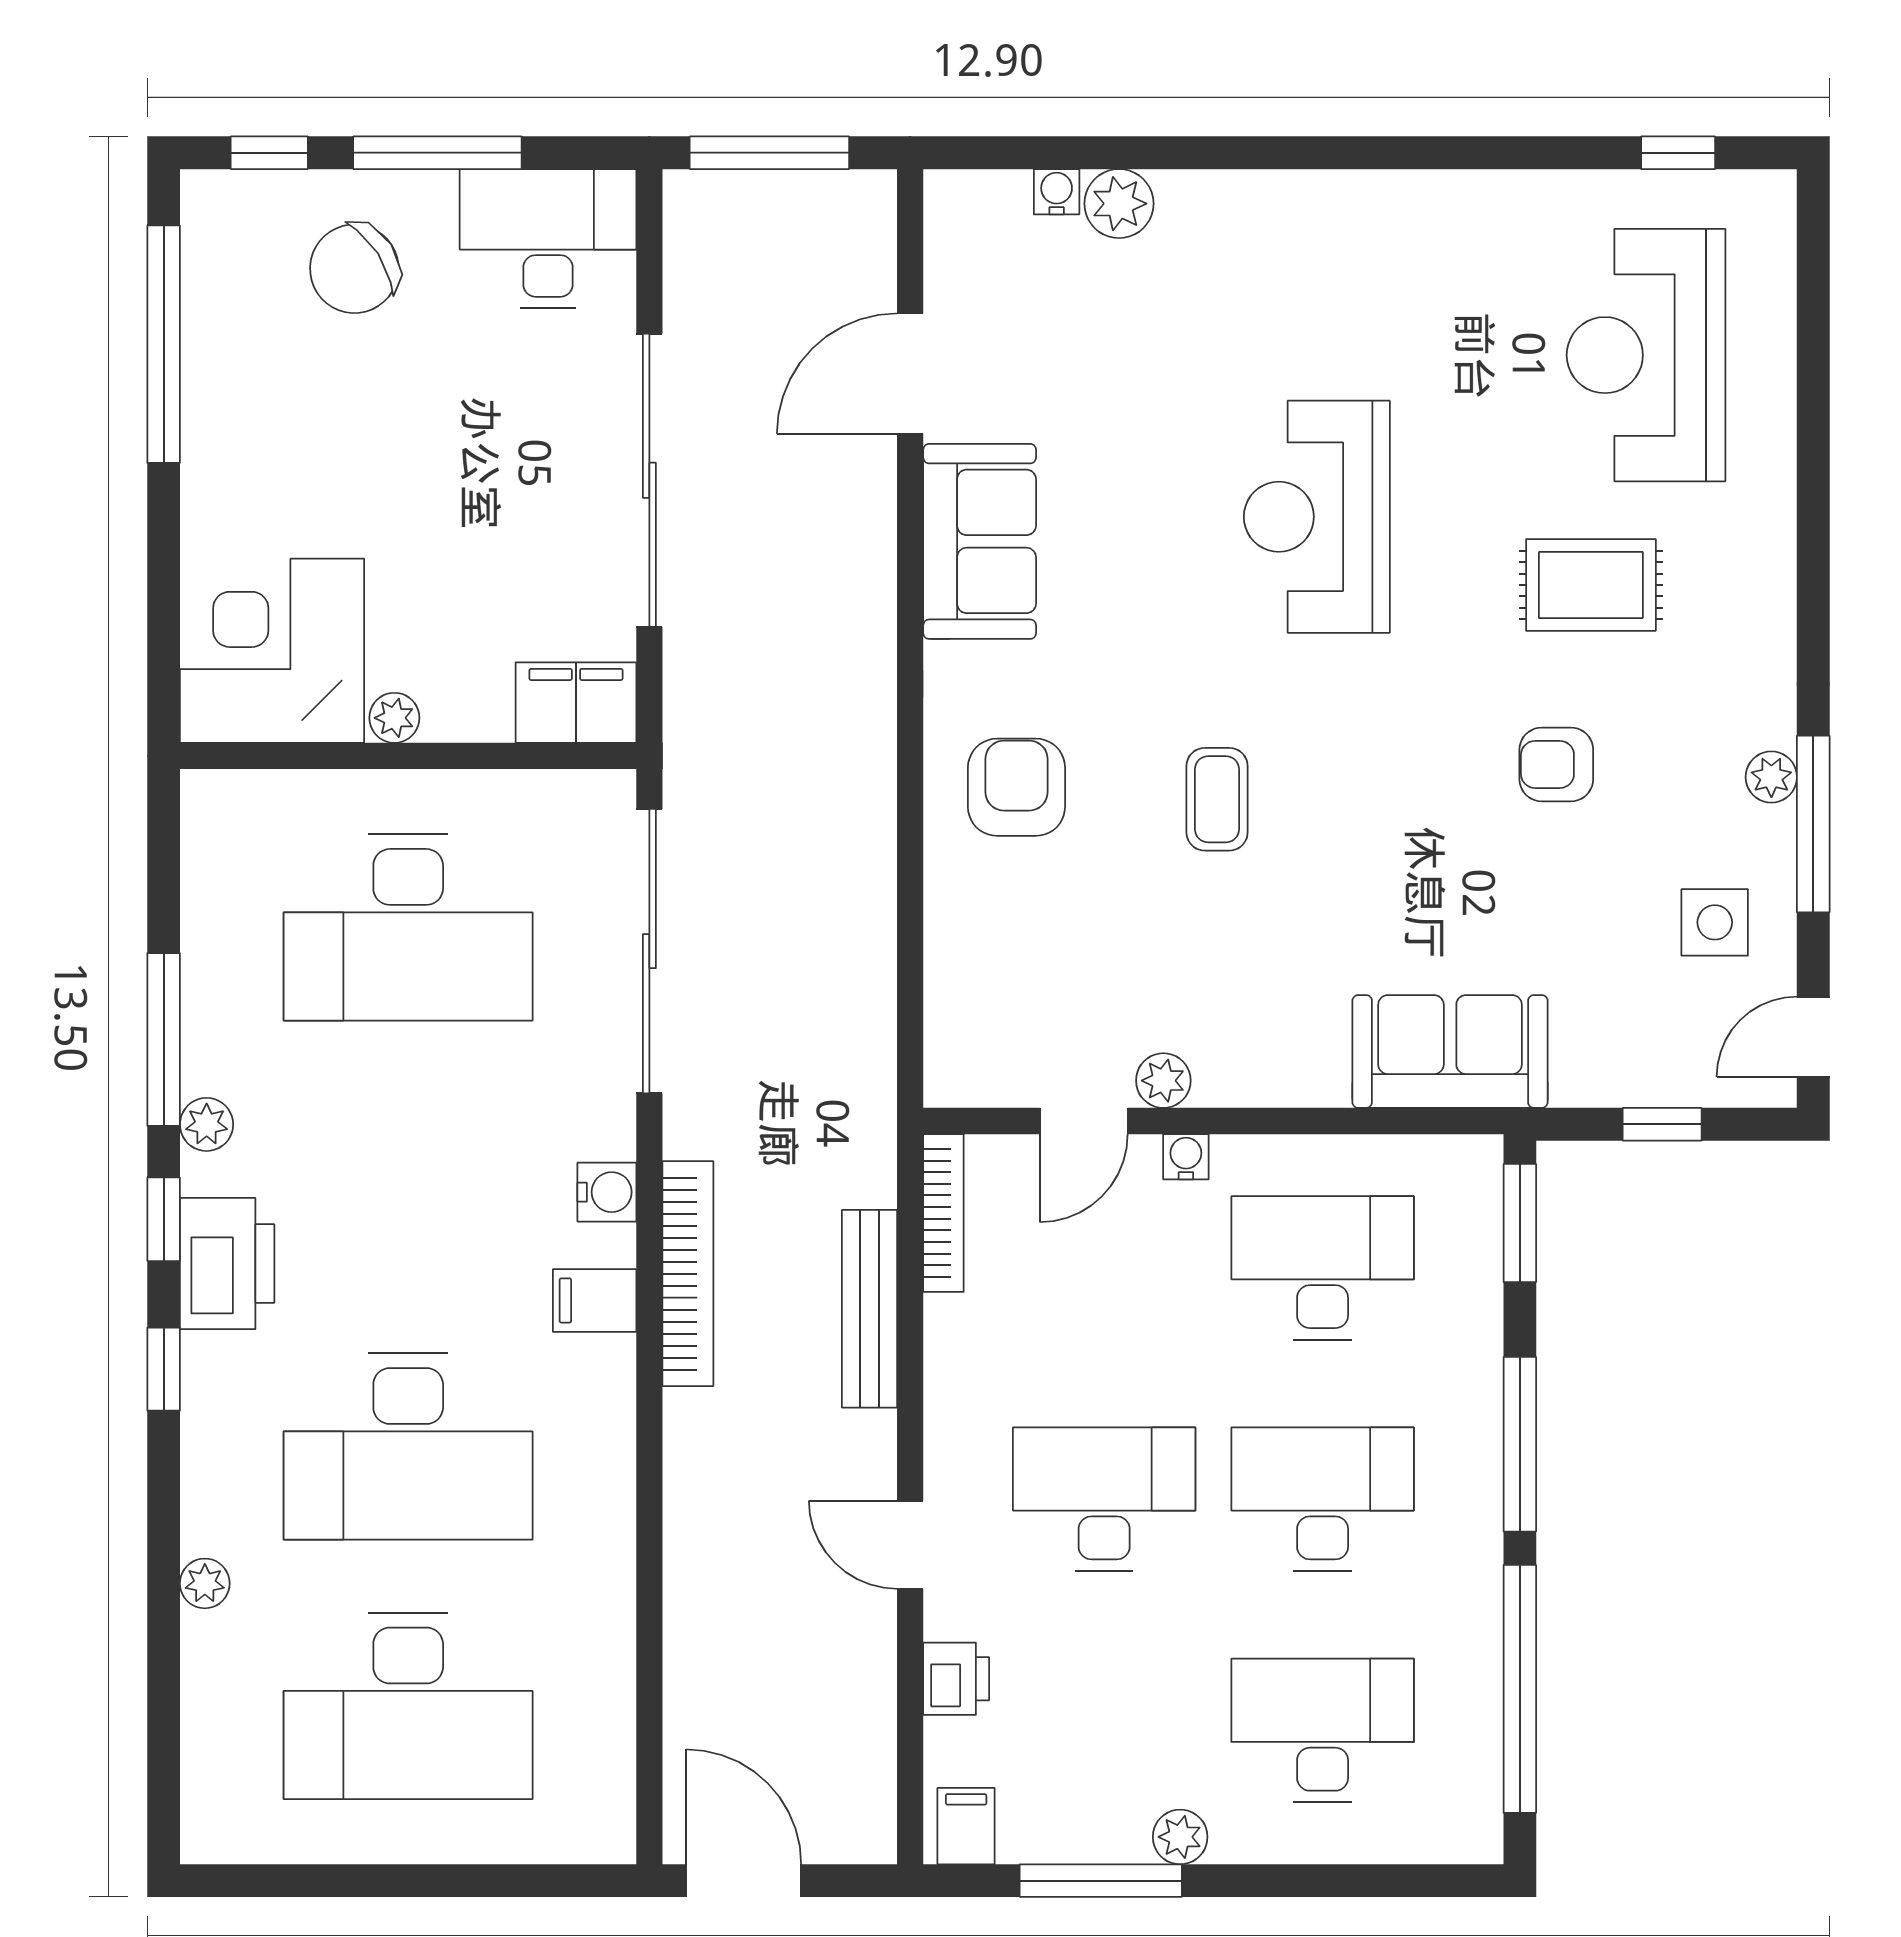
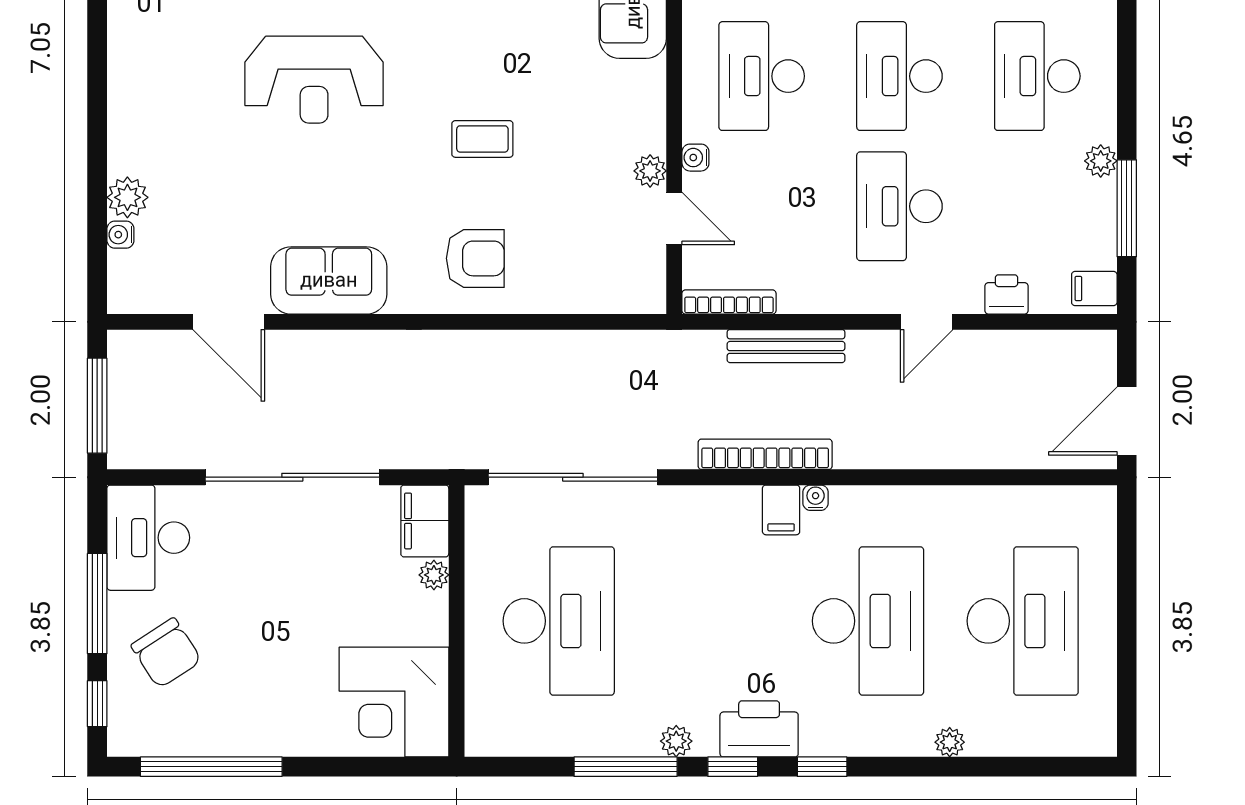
plant: (394, 718) -> (434, 575), moved
armchair: (1016, 787) -> (475, 258), turned 180
water cooler: (607, 1192) -> (816, 498), moved, width x0.72, depth x0.72

